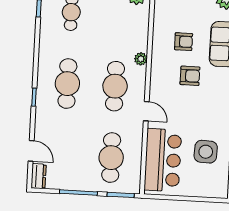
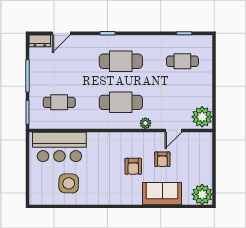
door: (146, 111) -> (174, 130), moved
cafe table: (111, 158) -> (59, 102), width x0.73, depth x0.74

